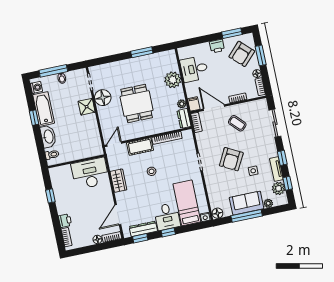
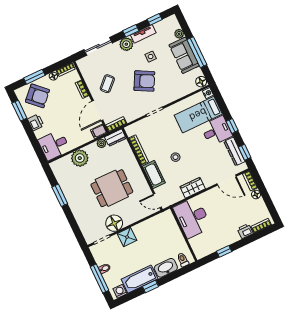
desk: (194, 69) -> (54, 145), moved, turned 90
plant: (279, 188) -> (126, 44), moved

